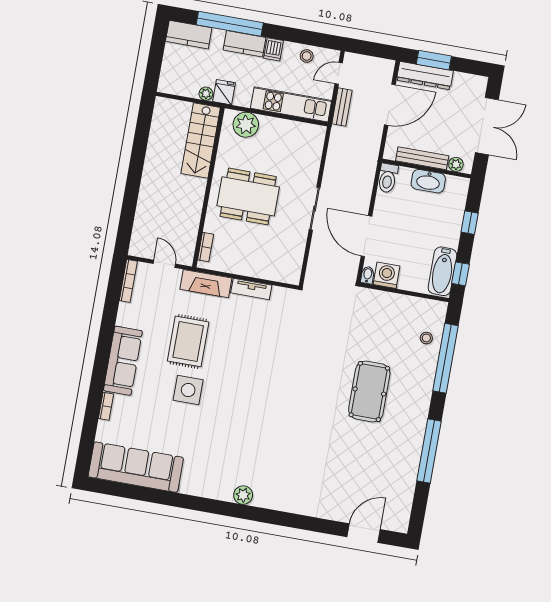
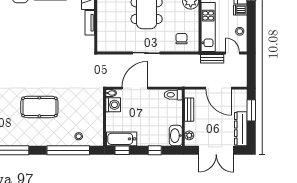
dresser: (425, 76) -> (241, 129), moved
chair: (302, 149) -> (181, 39), added
bench: (422, 158) -> (189, 110), width x0.73
washbasin: (428, 181) -> (176, 136), moved

